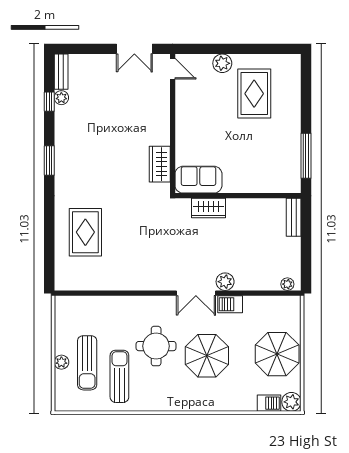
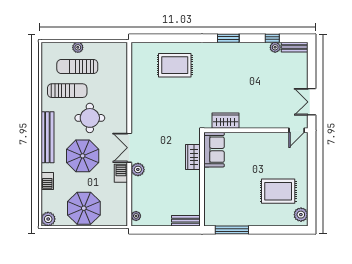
plant: (222, 63) -> (301, 215), moved
bench: (182, 403) -> (47, 137), added
barbecue: (269, 403) -> (47, 181), moved

